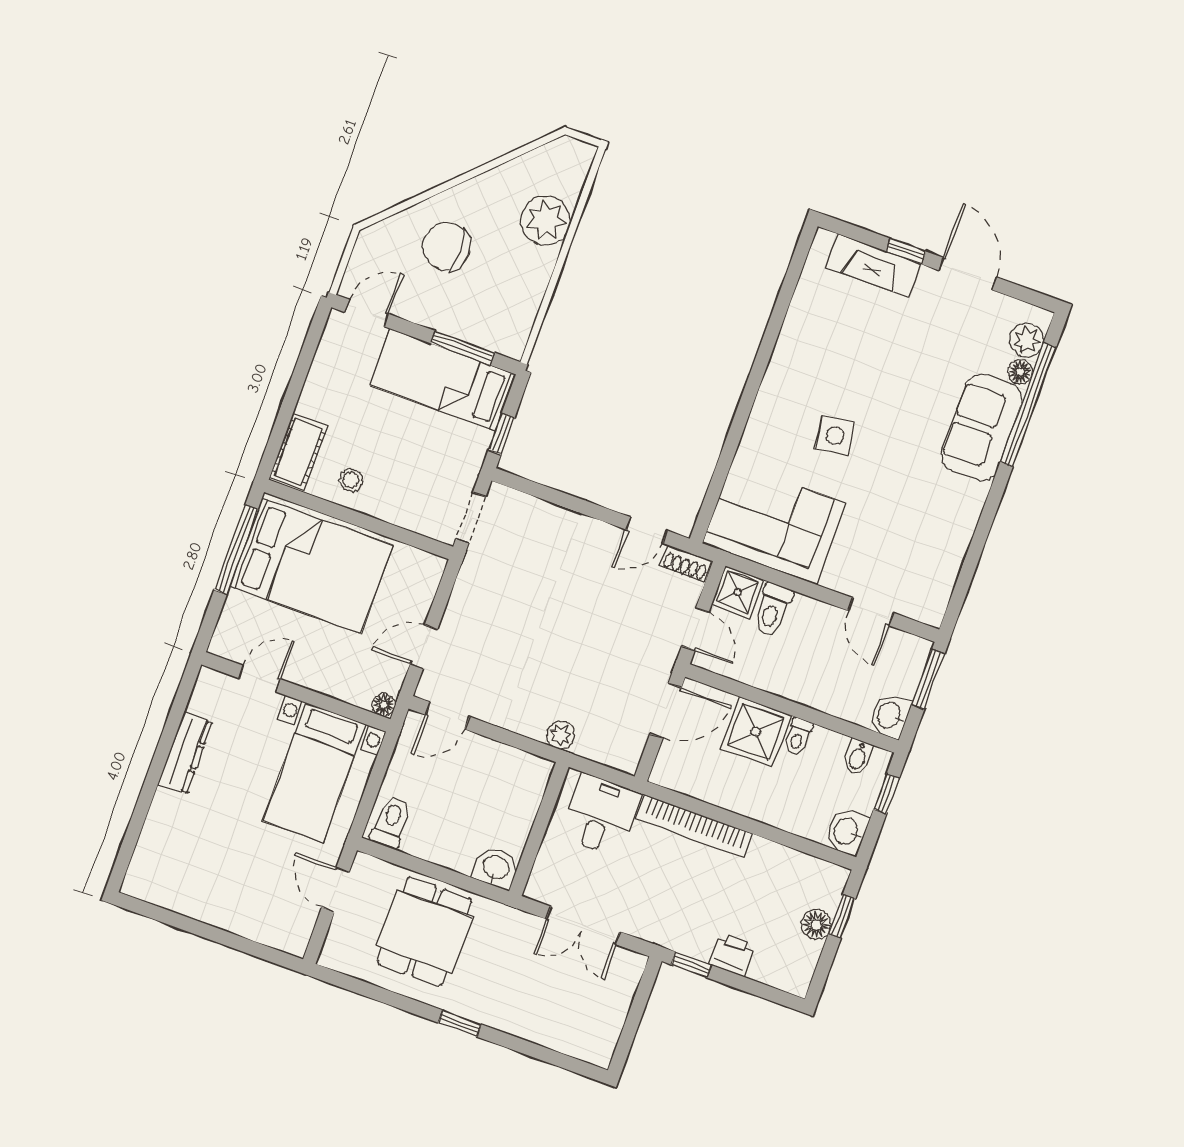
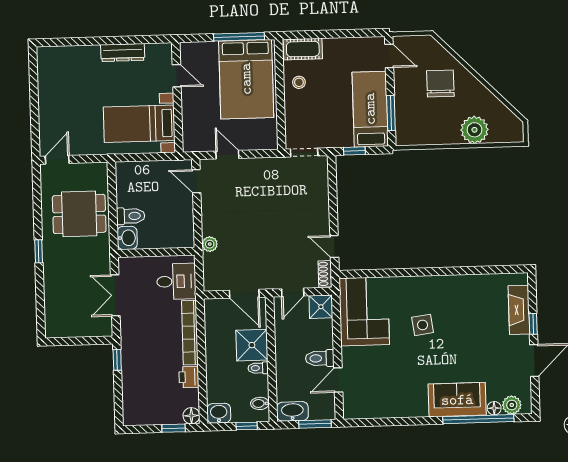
toilet: (772, 610) -> (320, 358), moved
floor lamp: (384, 705) -> (189, 146), removed
washbasin: (890, 716) -> (292, 411), width x1.38
toilet: (391, 822) -> (131, 216), moved
door: (335, 890) -> (57, 160), moved
floor lamp: (816, 925) -> (191, 416), moved
printer: (732, 954) -> (189, 377), moved, turned 180

